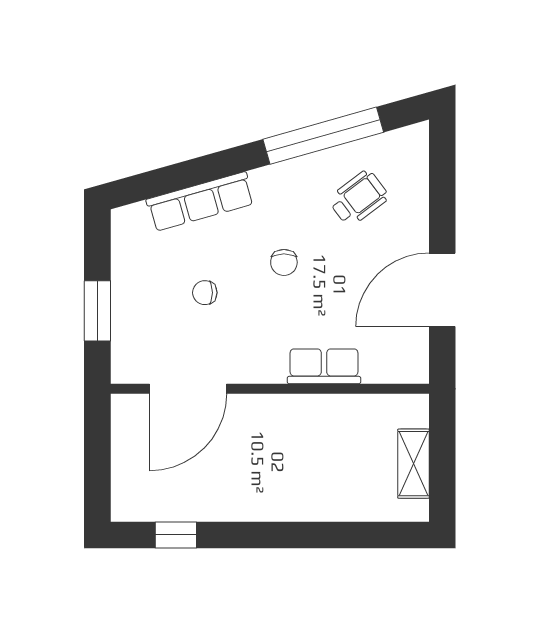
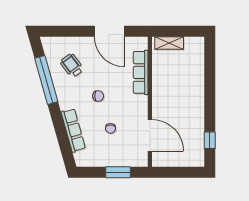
row of seats: (324, 366) -> (141, 72), width x1.48
shelving: (414, 464) -> (169, 43), moved

